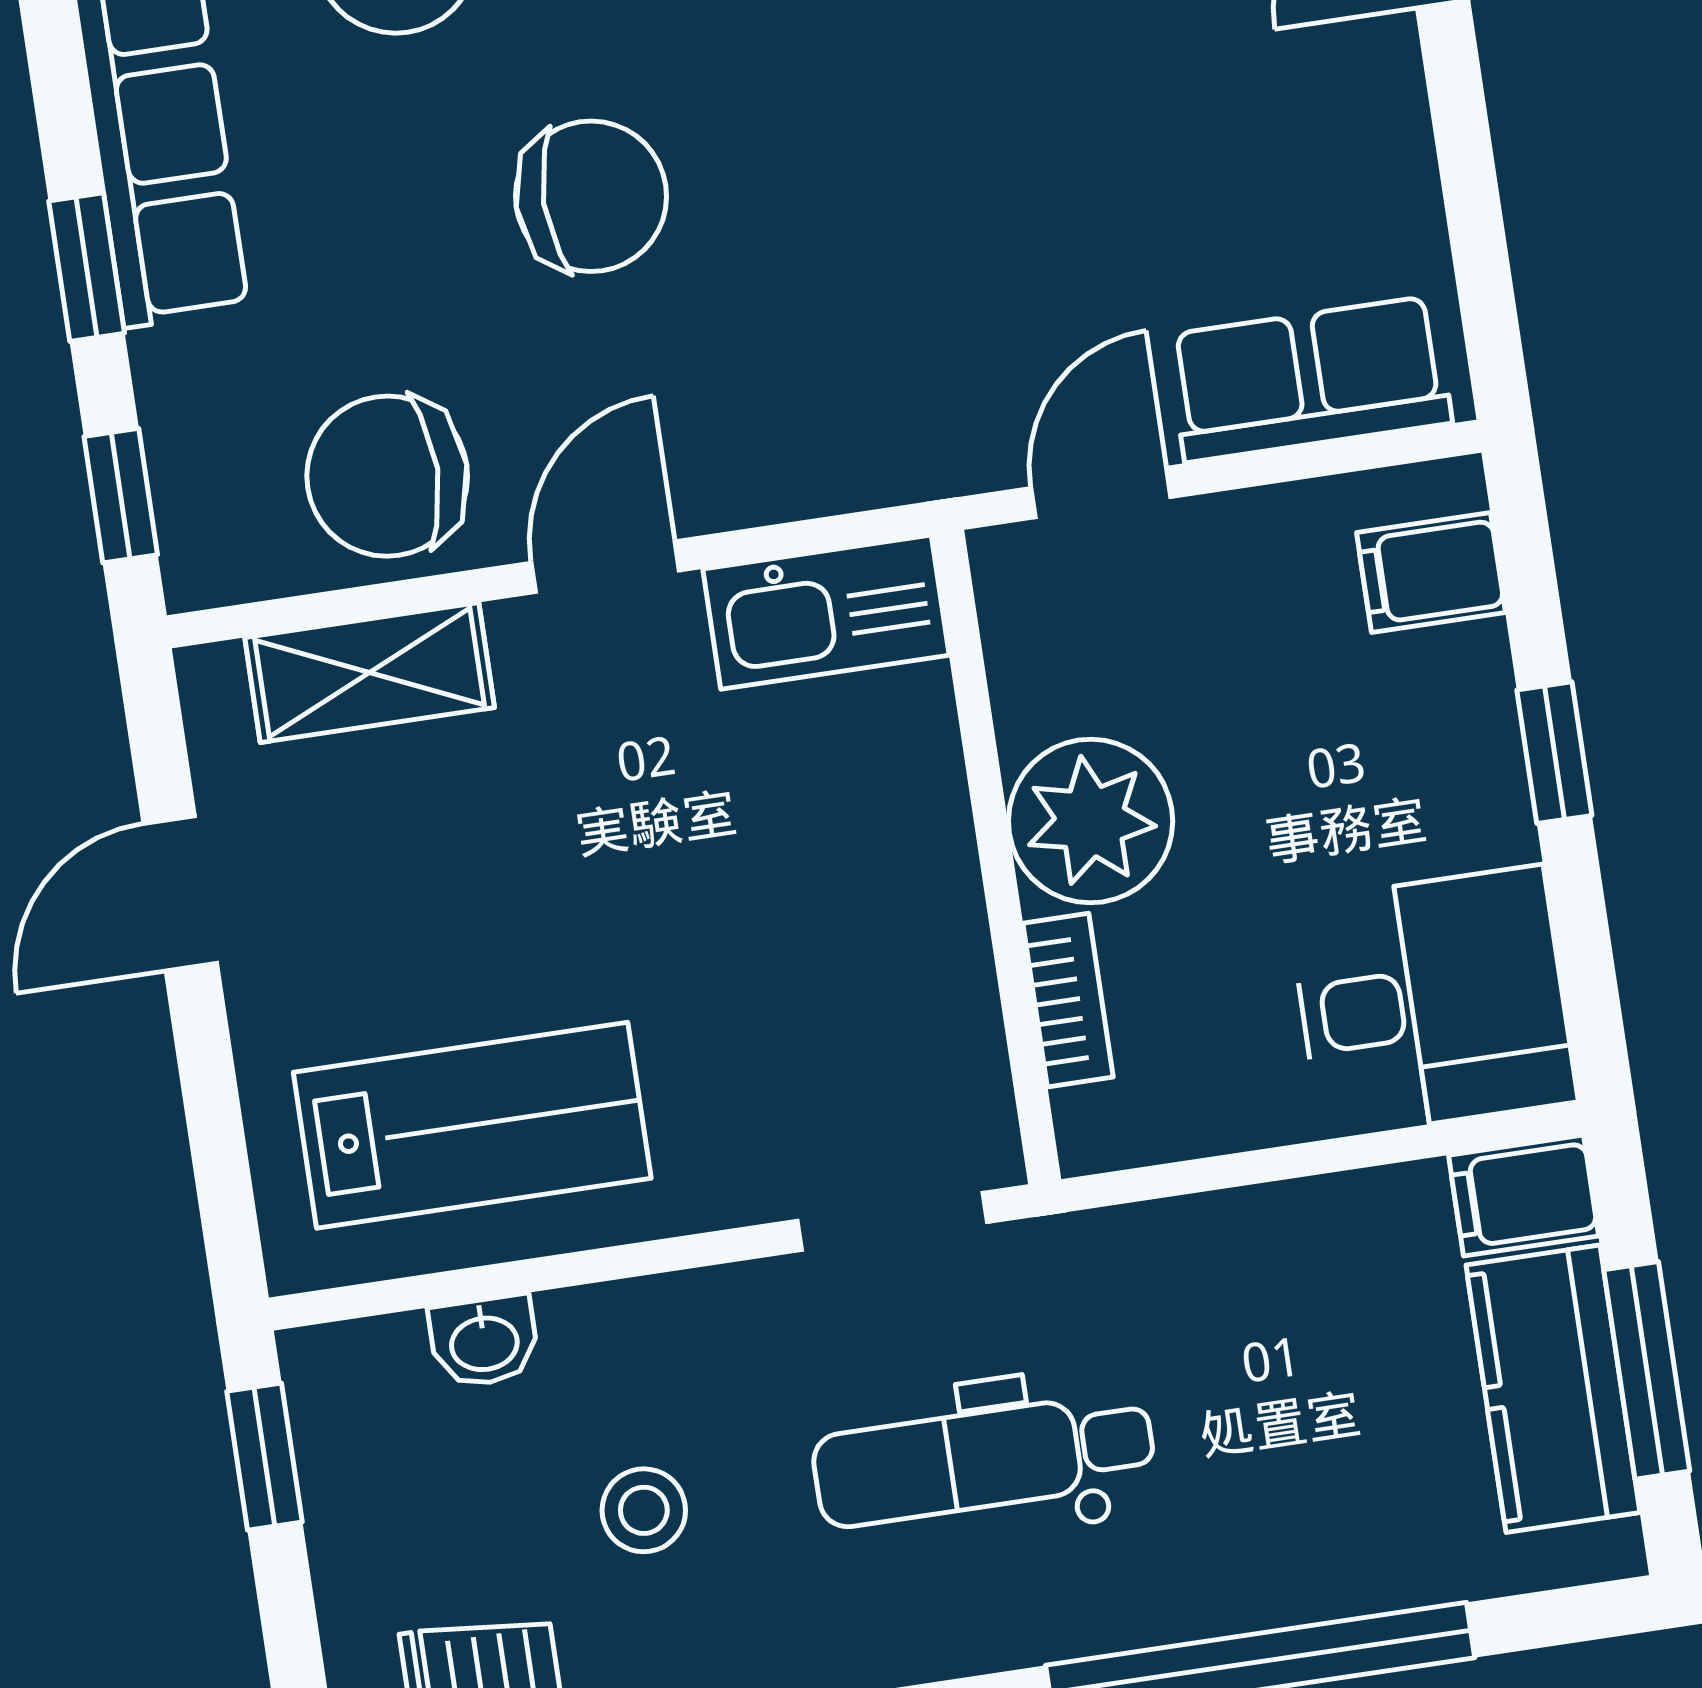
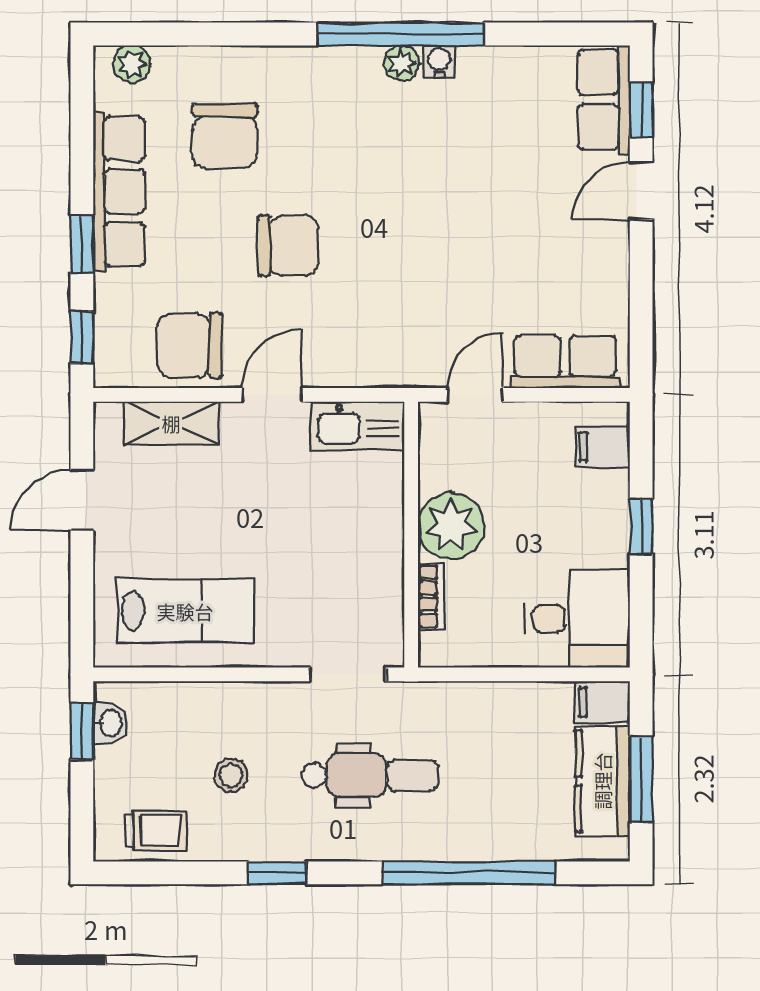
washbasin: (484, 1341) -> (110, 723), moved, turned -90
dental chair: (984, 1459) -> (370, 775), turned 180

